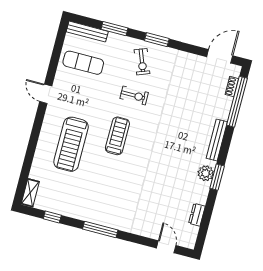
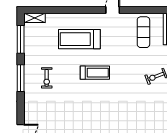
exercise bike: (134, 95) -> (47, 78), moved
window: (52, 217) -> (21, 39), width x2.17

